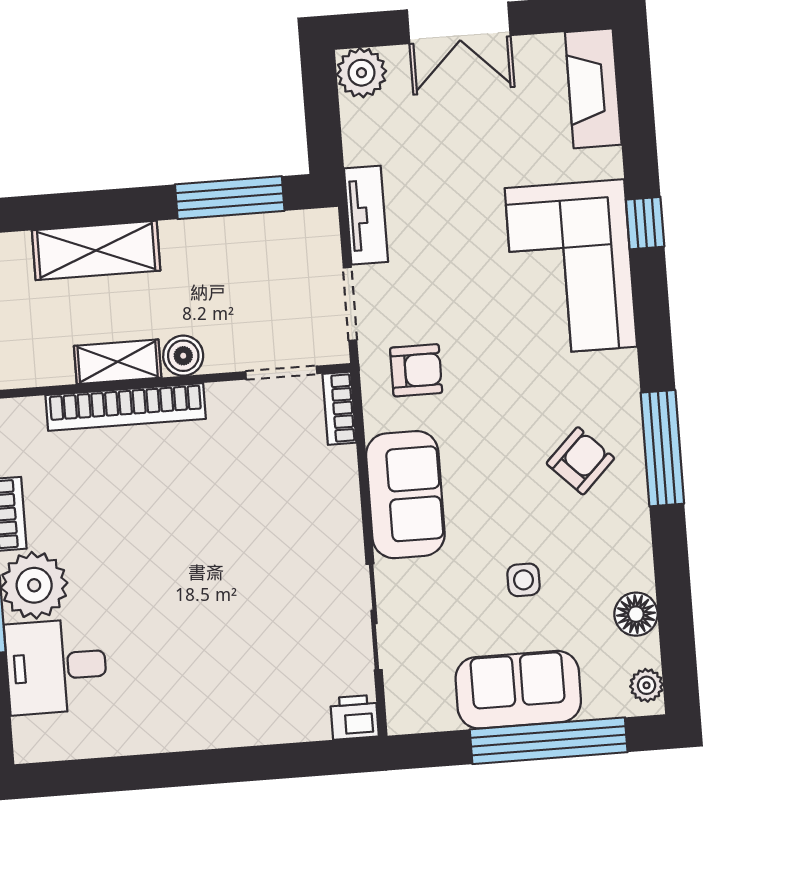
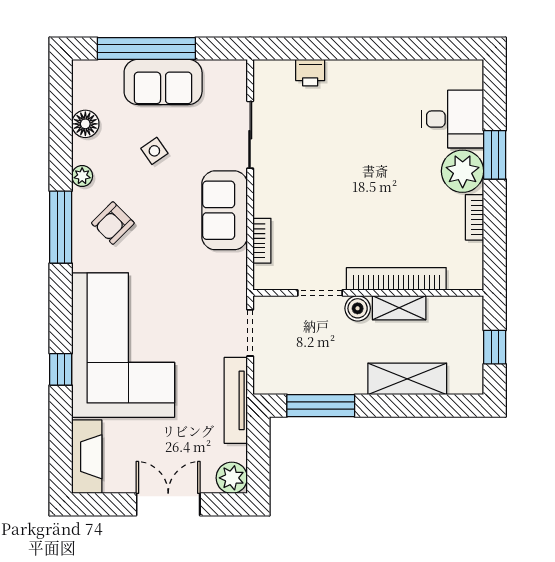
tv unit: (366, 215) -> (236, 400), width x1.41
corner sofa: (571, 267) -> (123, 345), width x1.36, depth x1.36
armchair: (416, 370) -> (212, 288), removed
doorway: (281, 373) -> (320, 293), moved
bookcase: (339, 408) -> (262, 241), moved
side table: (524, 580) -> (154, 151), turned -35
plant: (647, 685) -> (82, 176), moved
printer: (354, 717) -> (310, 73), moved

